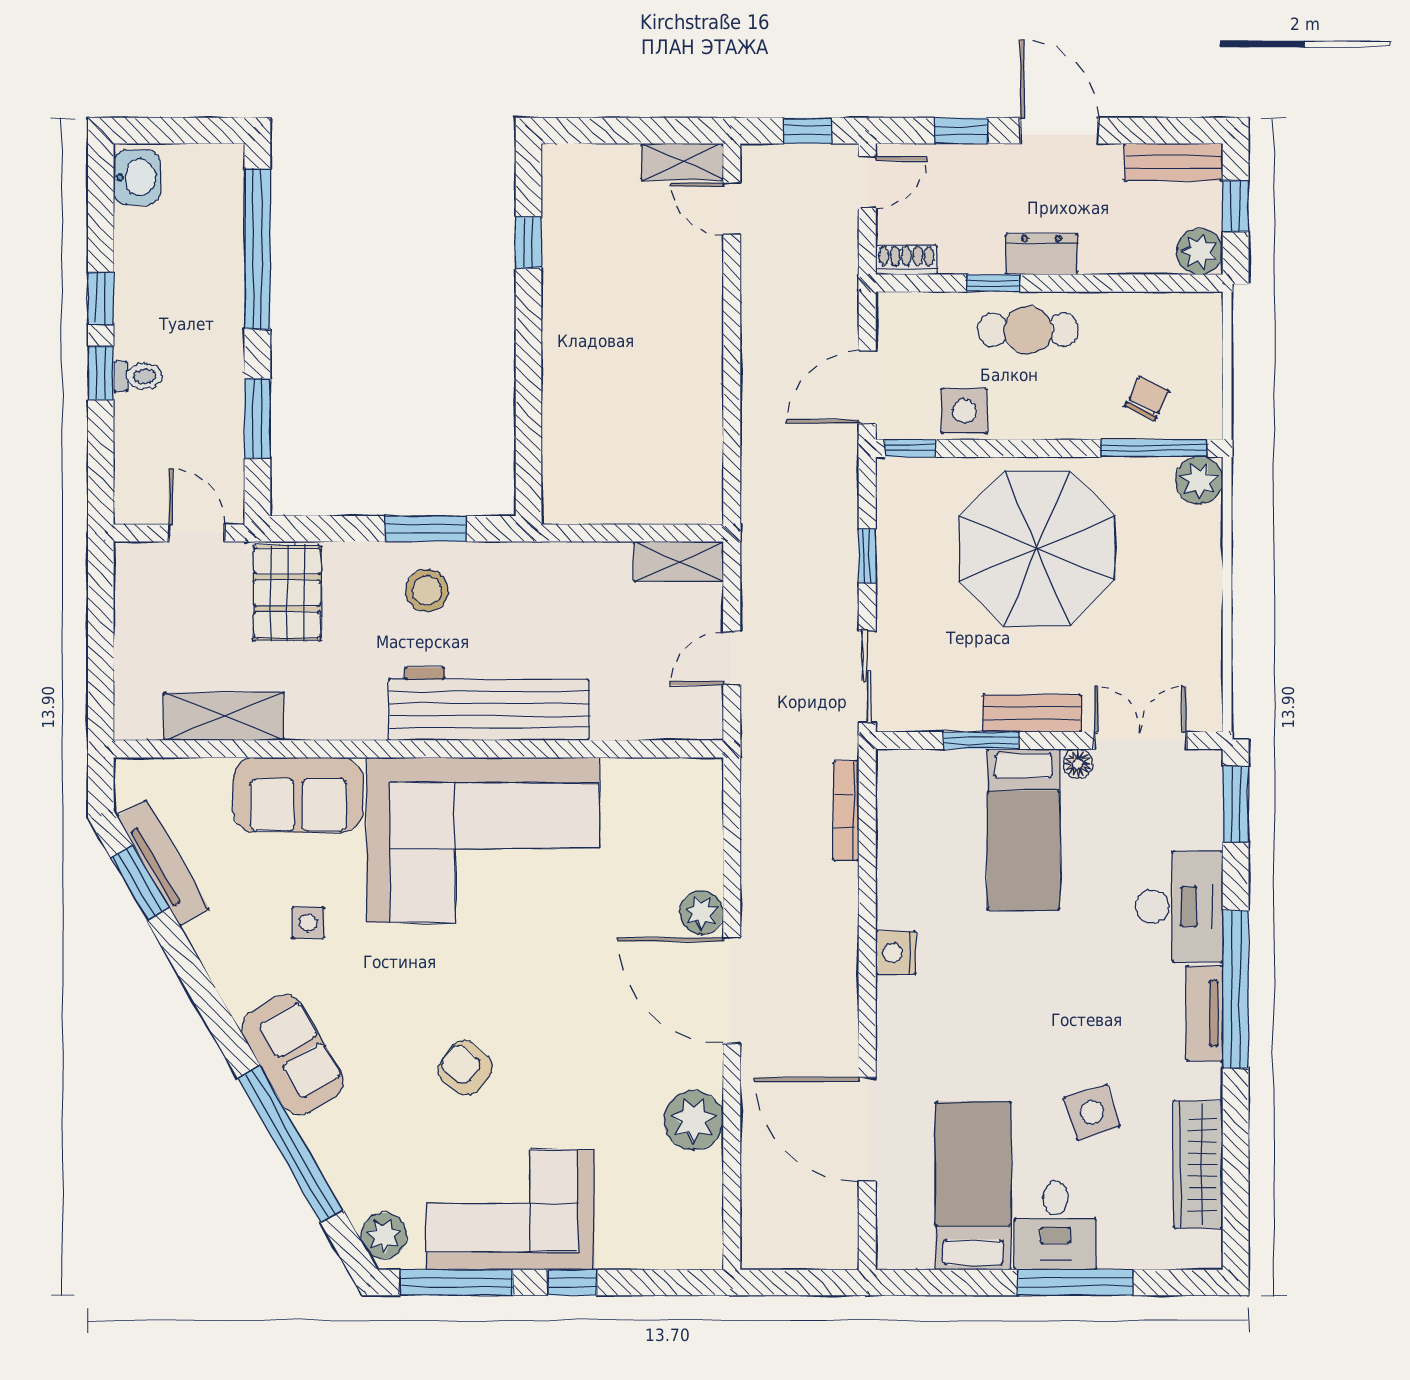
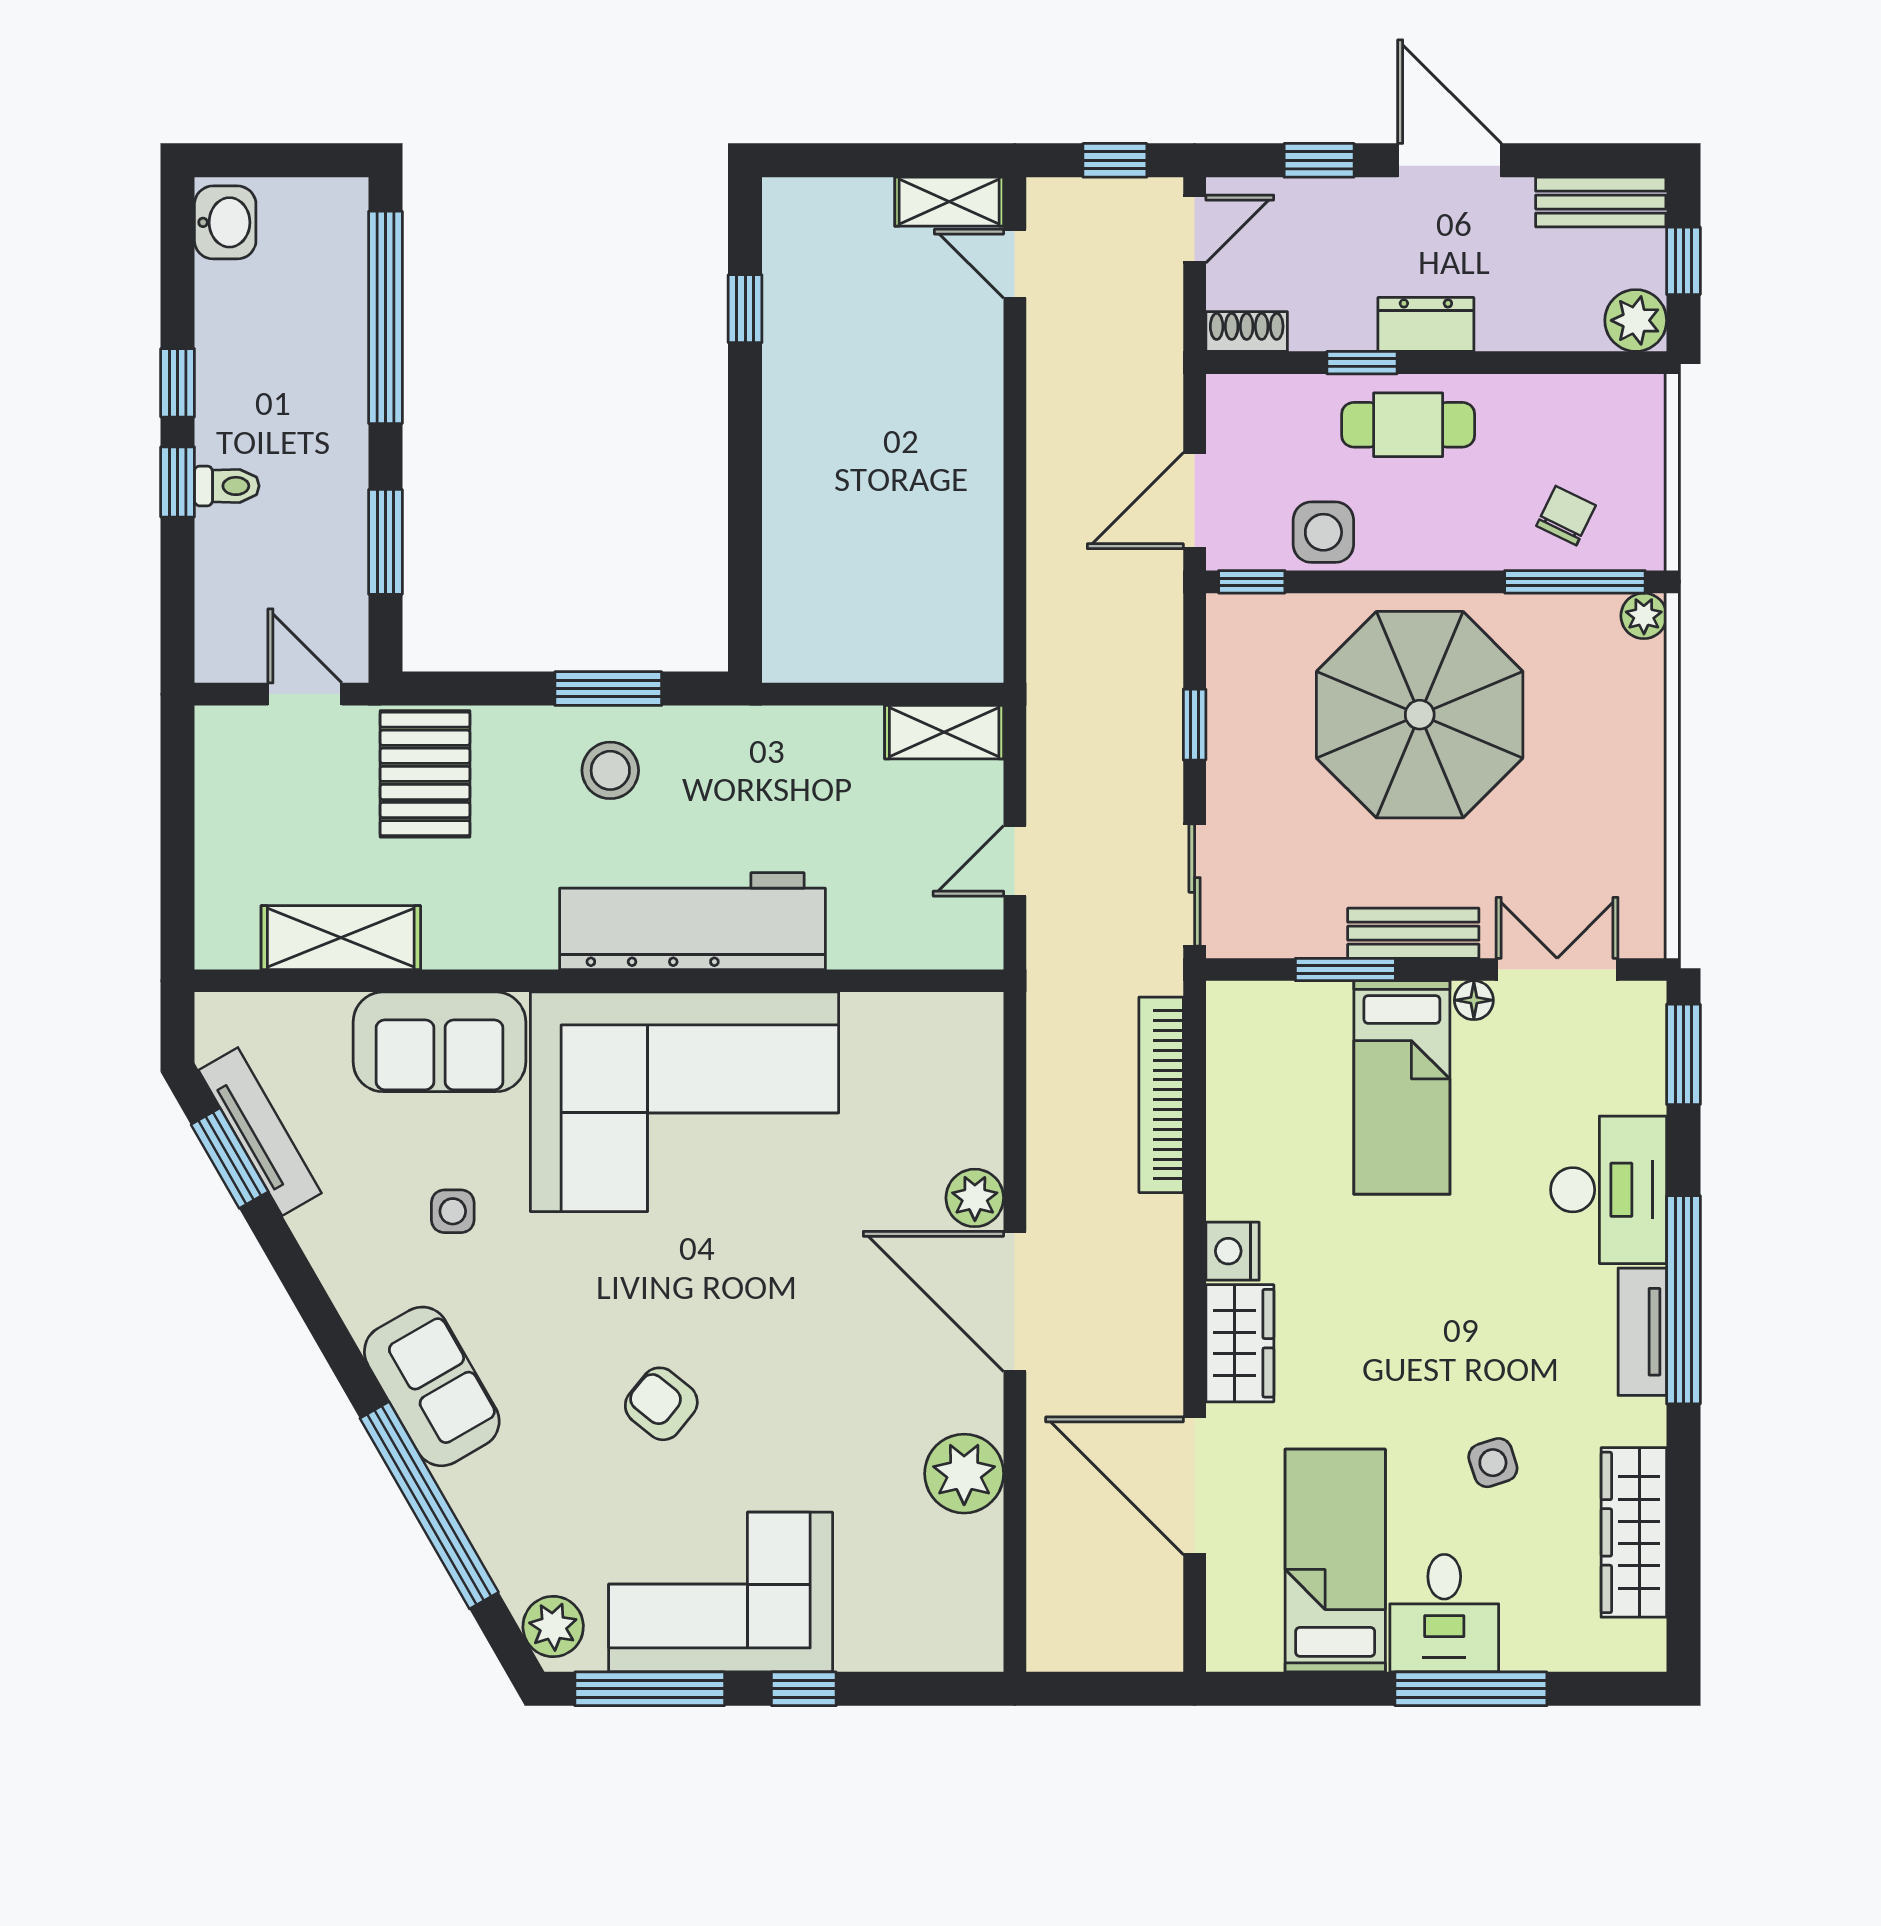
plant: (1199, 480) -> (1644, 616), width x0.73, depth x0.73
bookcase: (846, 811) -> (1161, 1095), width x1.48, depth x1.31
wardrobe: (901, 1022) -> (1240, 1343), added
side table: (1092, 1112) -> (1493, 1463), width x0.73, depth x0.73

